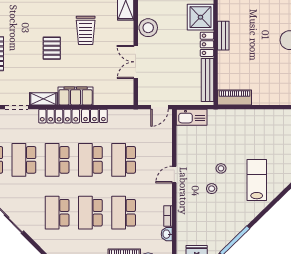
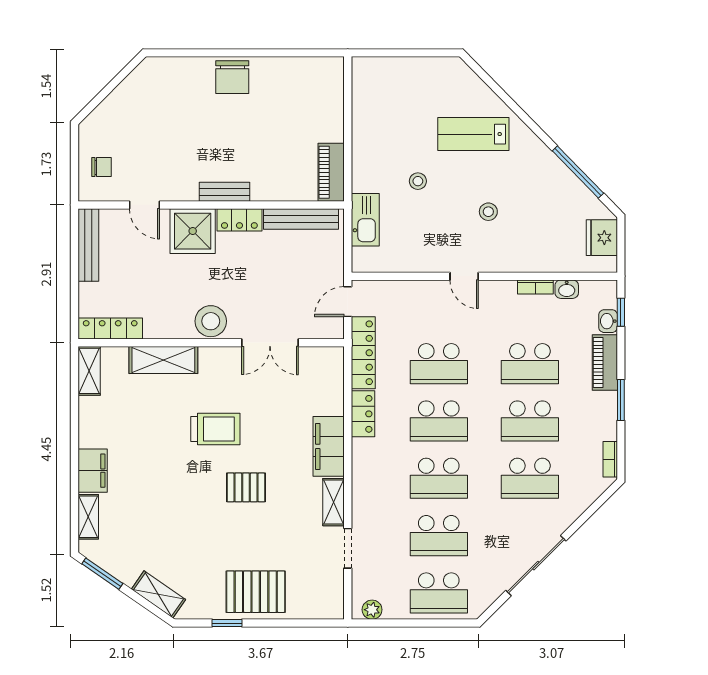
door: (160, 107) -> (348, 302), swing flipped
locker: (59, 116) -> (363, 353), moved
kitchen sink: (192, 117) -> (365, 220), moved
stool: (221, 168) -> (418, 181), moved

